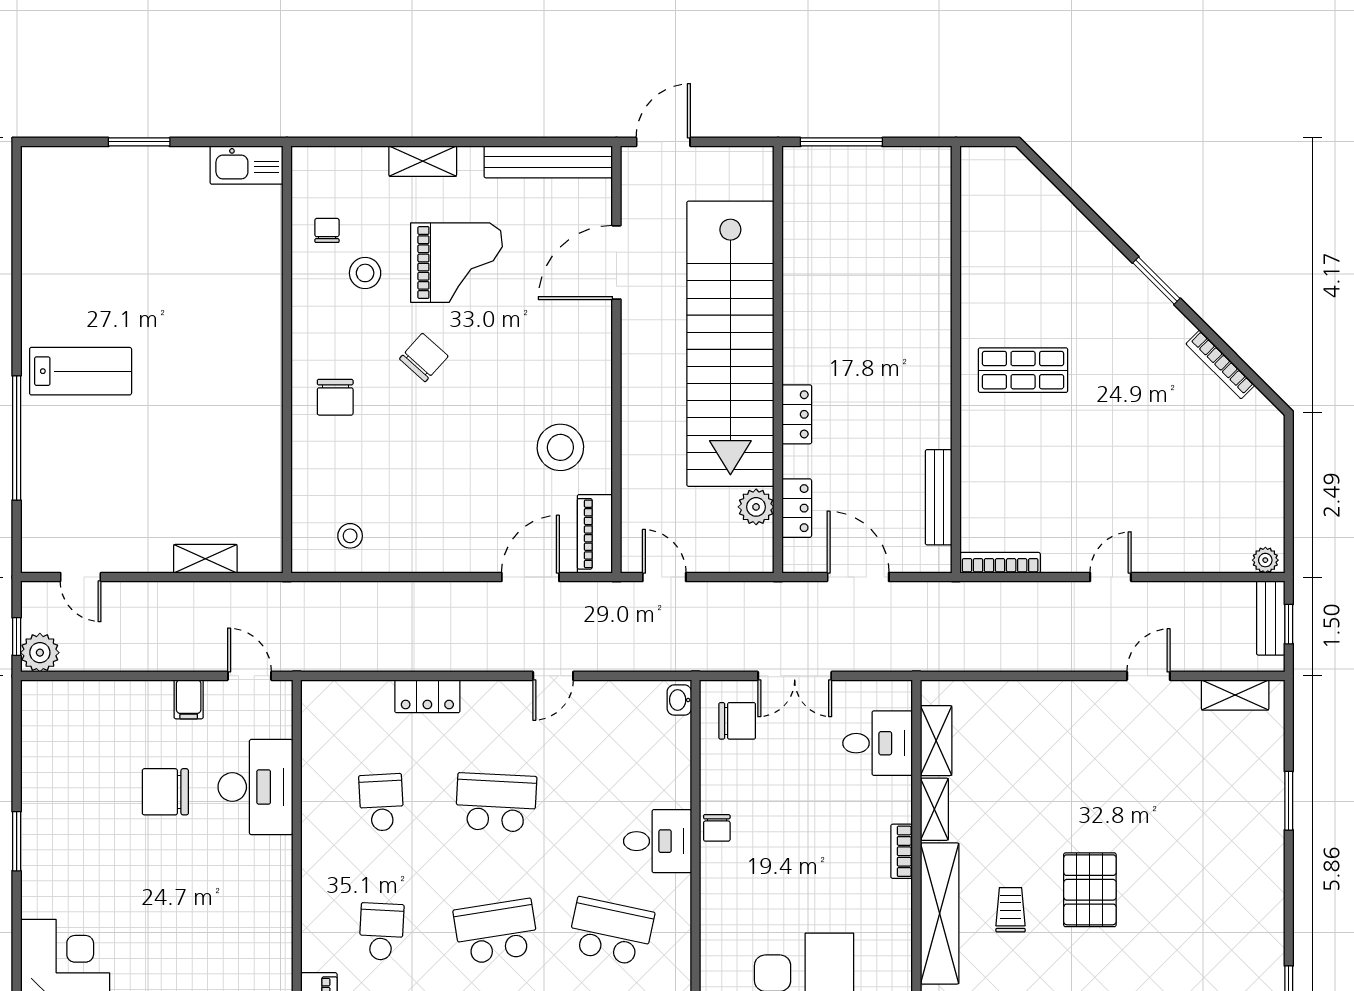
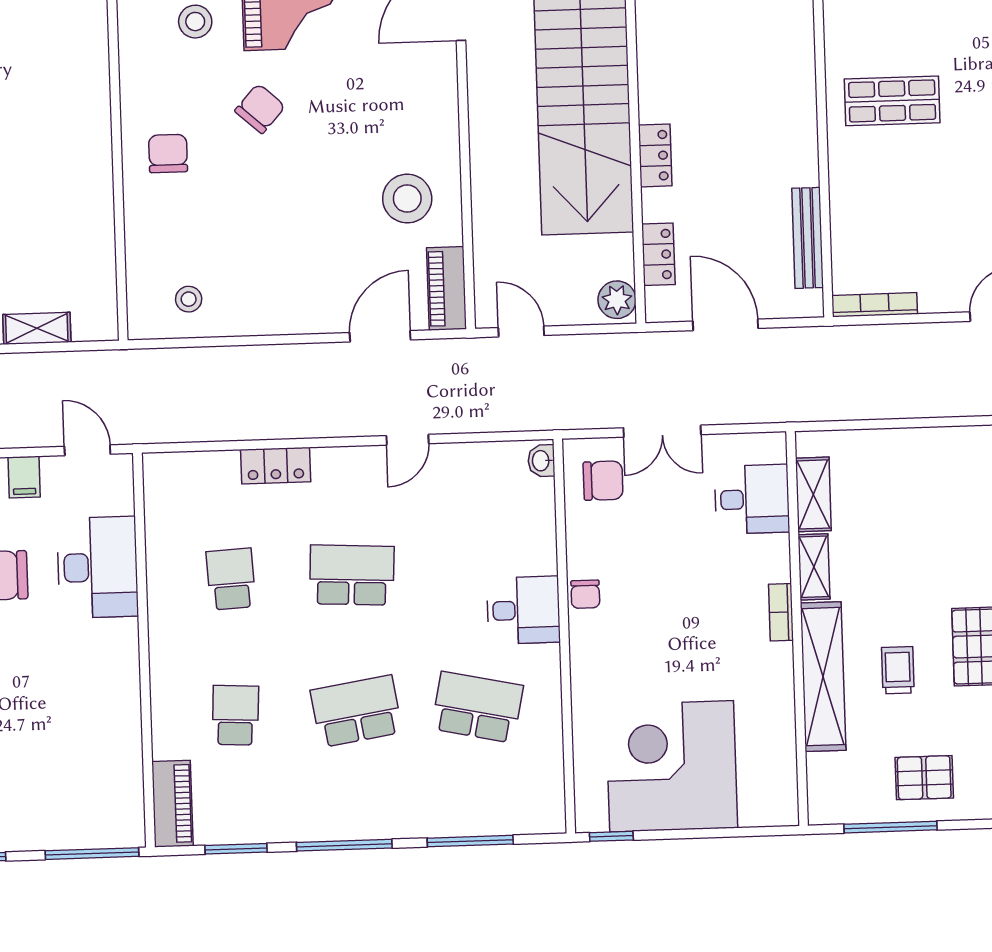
chair: (335, 397) -> (168, 153), turned 180
plant: (756, 507) -> (617, 300), moved

